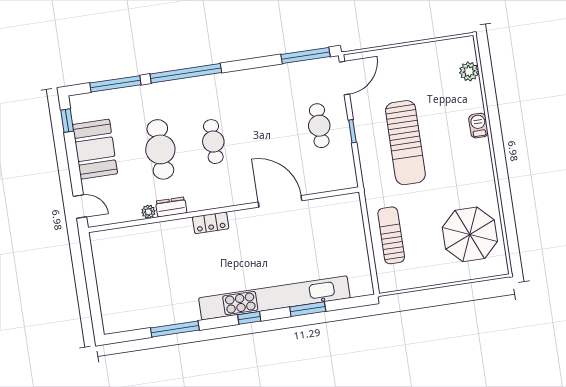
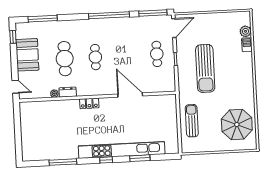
window: (186, 73) -> (109, 15), moved
barbecue: (478, 126) -> (247, 45), moved

